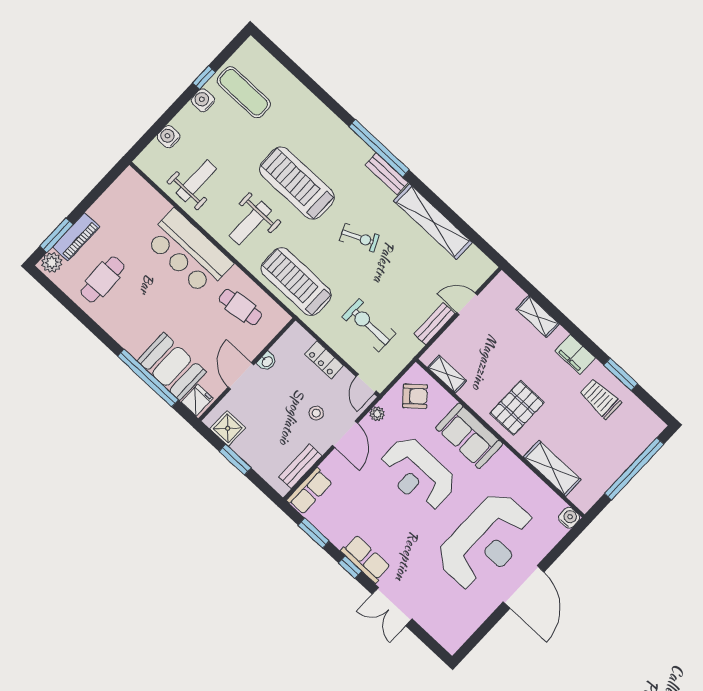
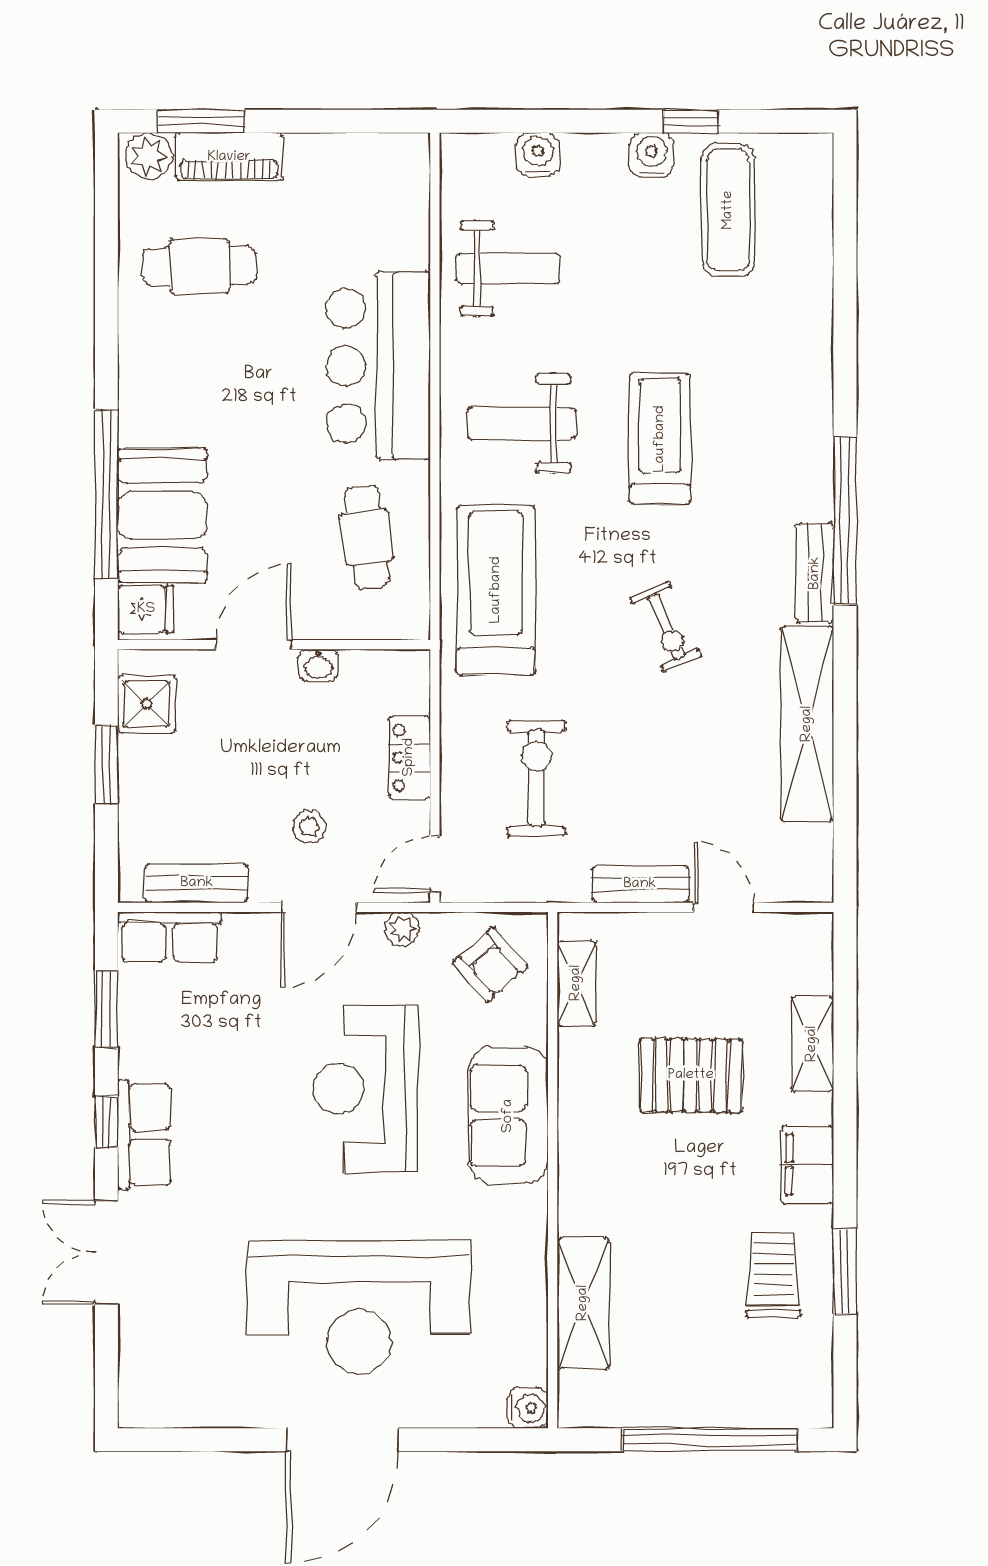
treadmill: (297, 183) -> (660, 439), width x0.73, depth x0.73
pallet: (517, 408) -> (691, 1075), moved

